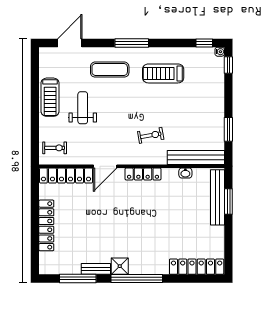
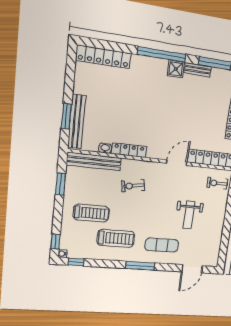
treadmill: (50, 97) -> (91, 213), moved, turned 90
locker: (143, 174) -> (129, 150), moved

